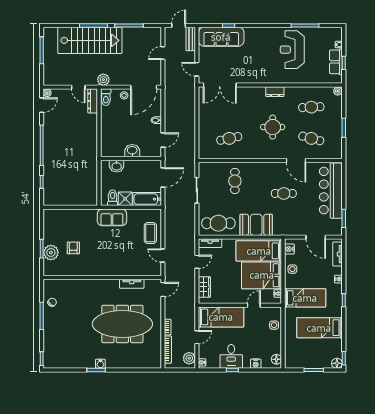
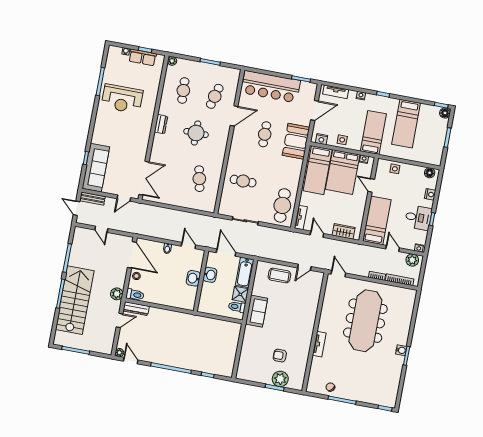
washbasin: (117, 166) -> (210, 275), moved
booth: (256, 225) -> (296, 141), moved
tv unit: (132, 284) -> (319, 344), moved

